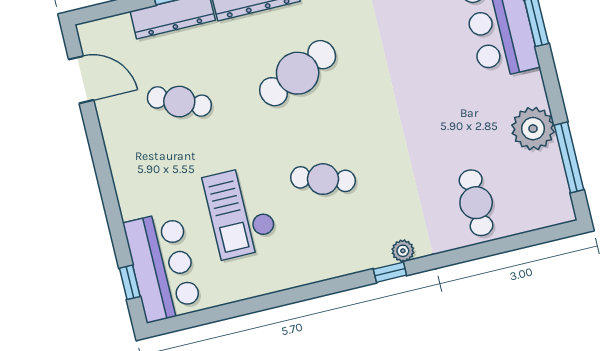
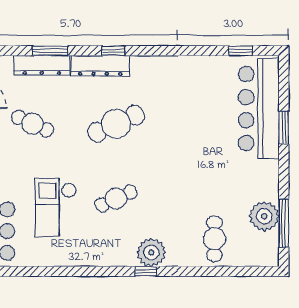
plant: (533, 129) -> (264, 216), moved
cafe table: (323, 179) -> (116, 198), turned -42
plant: (403, 251) -> (151, 252), width x1.88, depth x1.88

